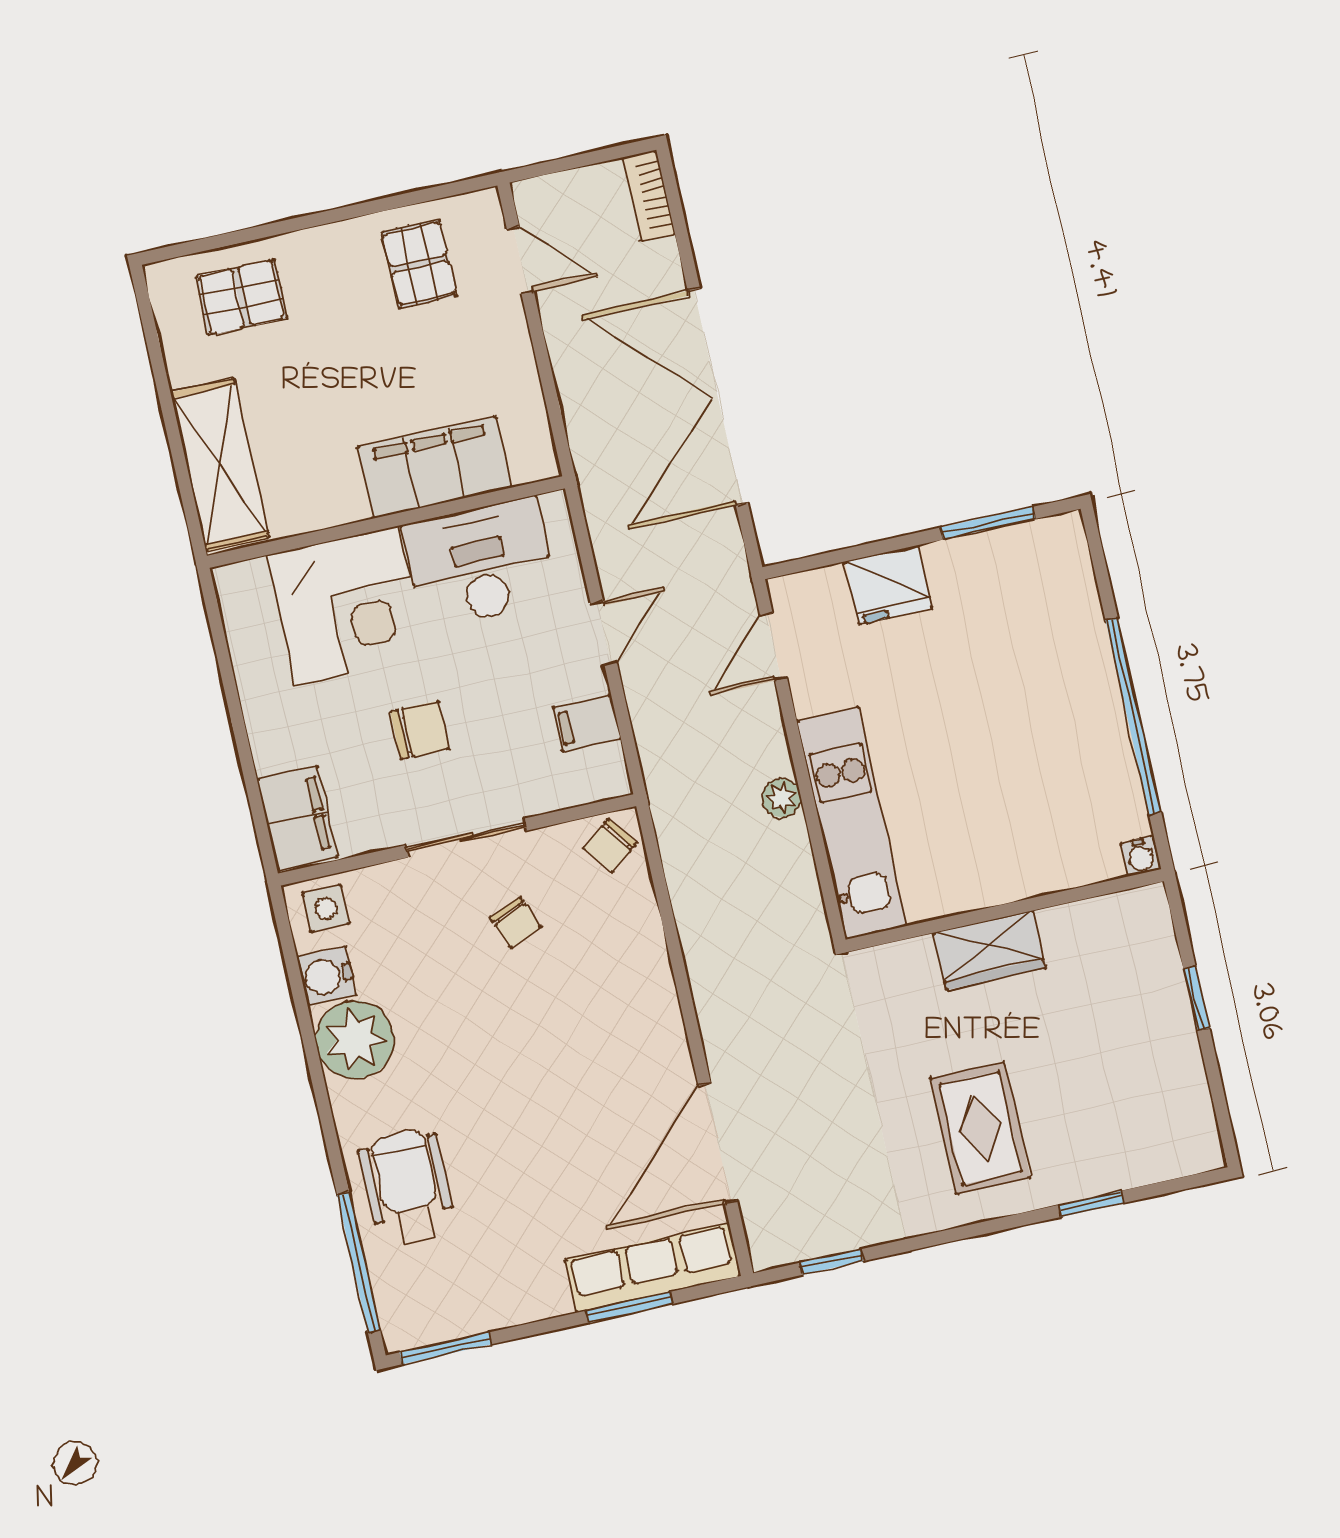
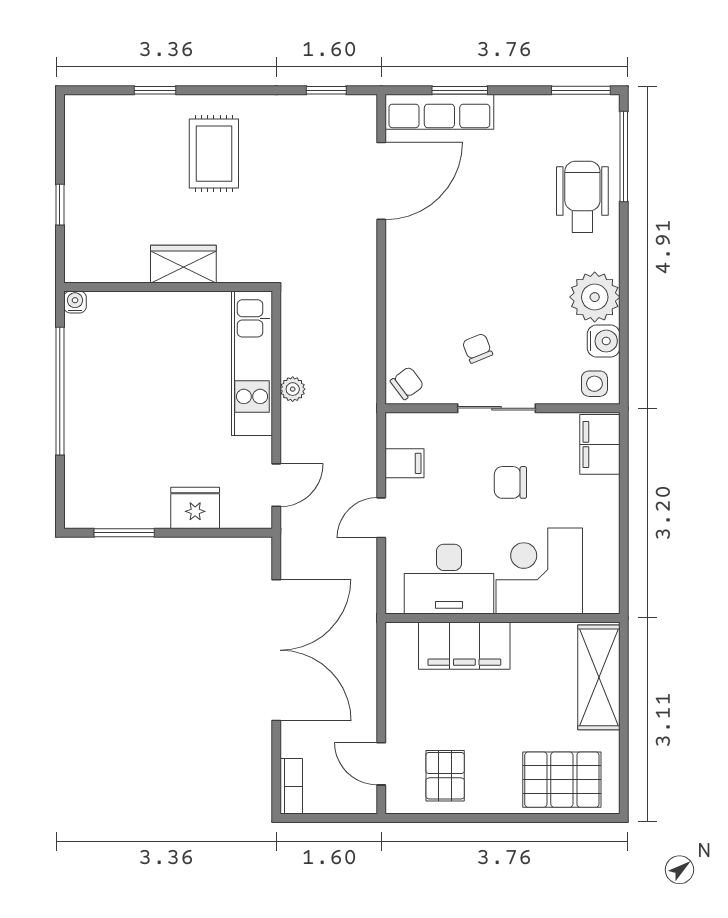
pallet: (241, 297) -> (562, 780), width x1.50, depth x1.42
wheelchair: (408, 1187) -> (582, 197), turned 180

